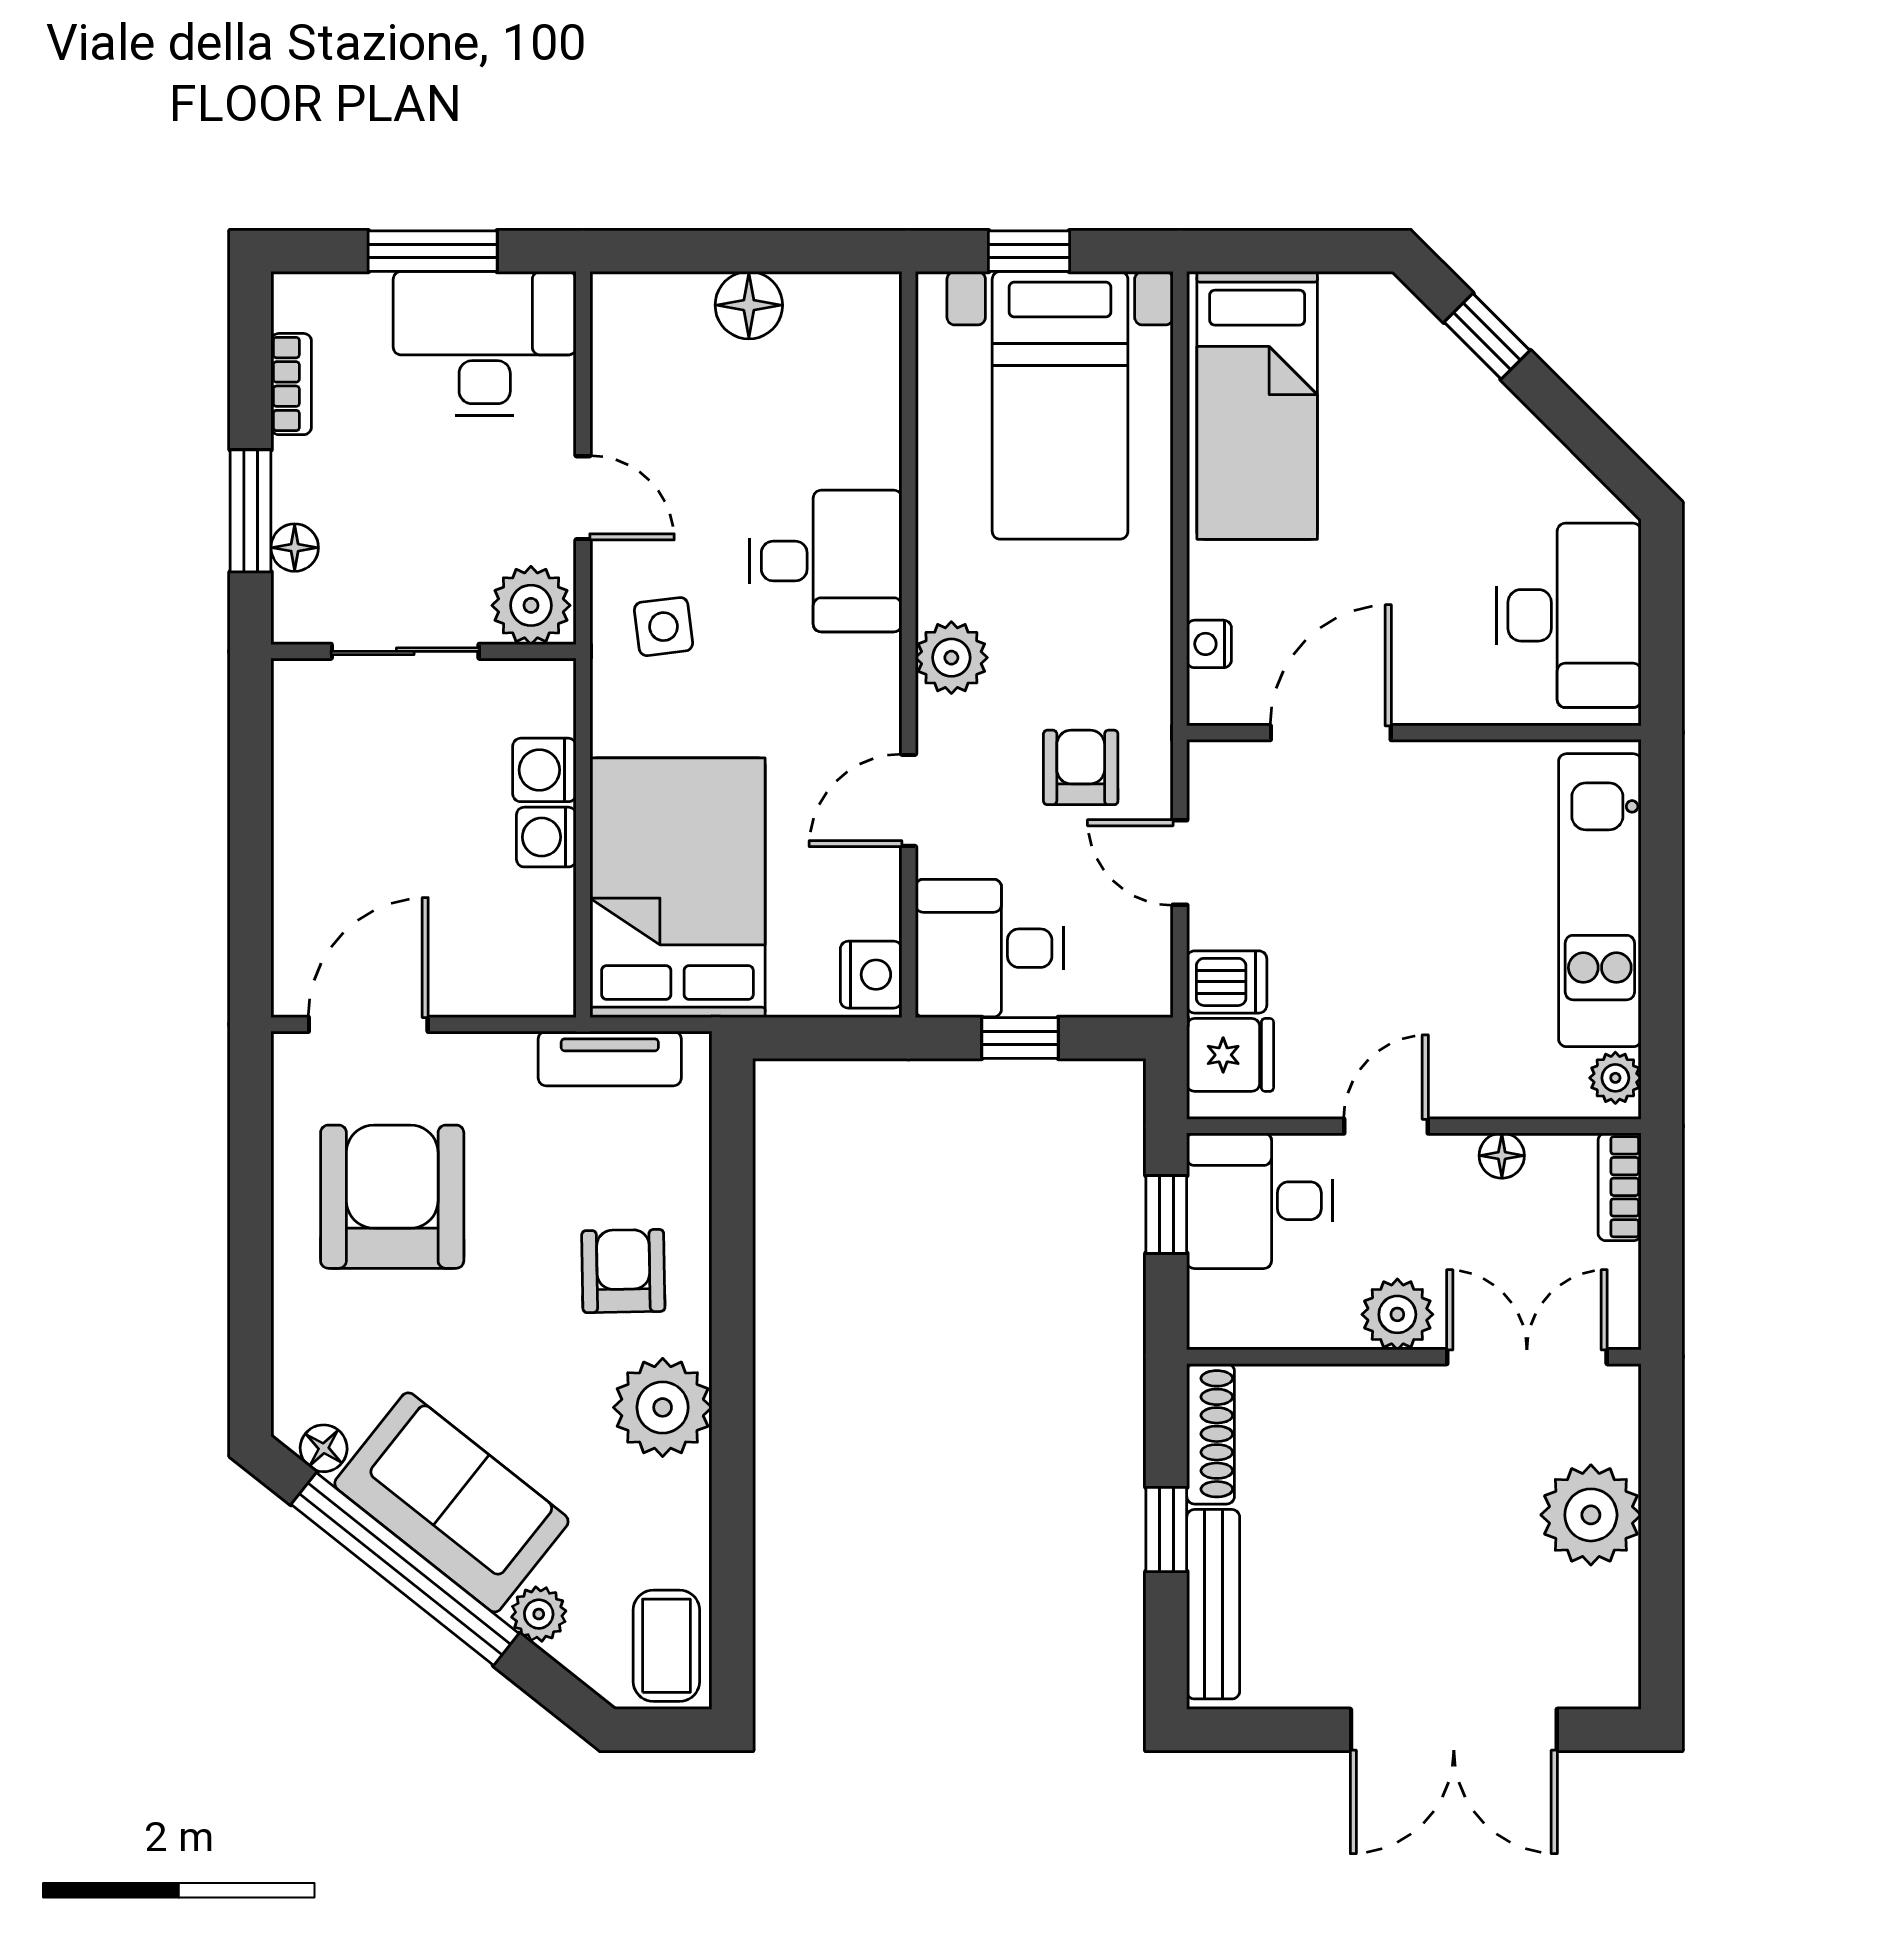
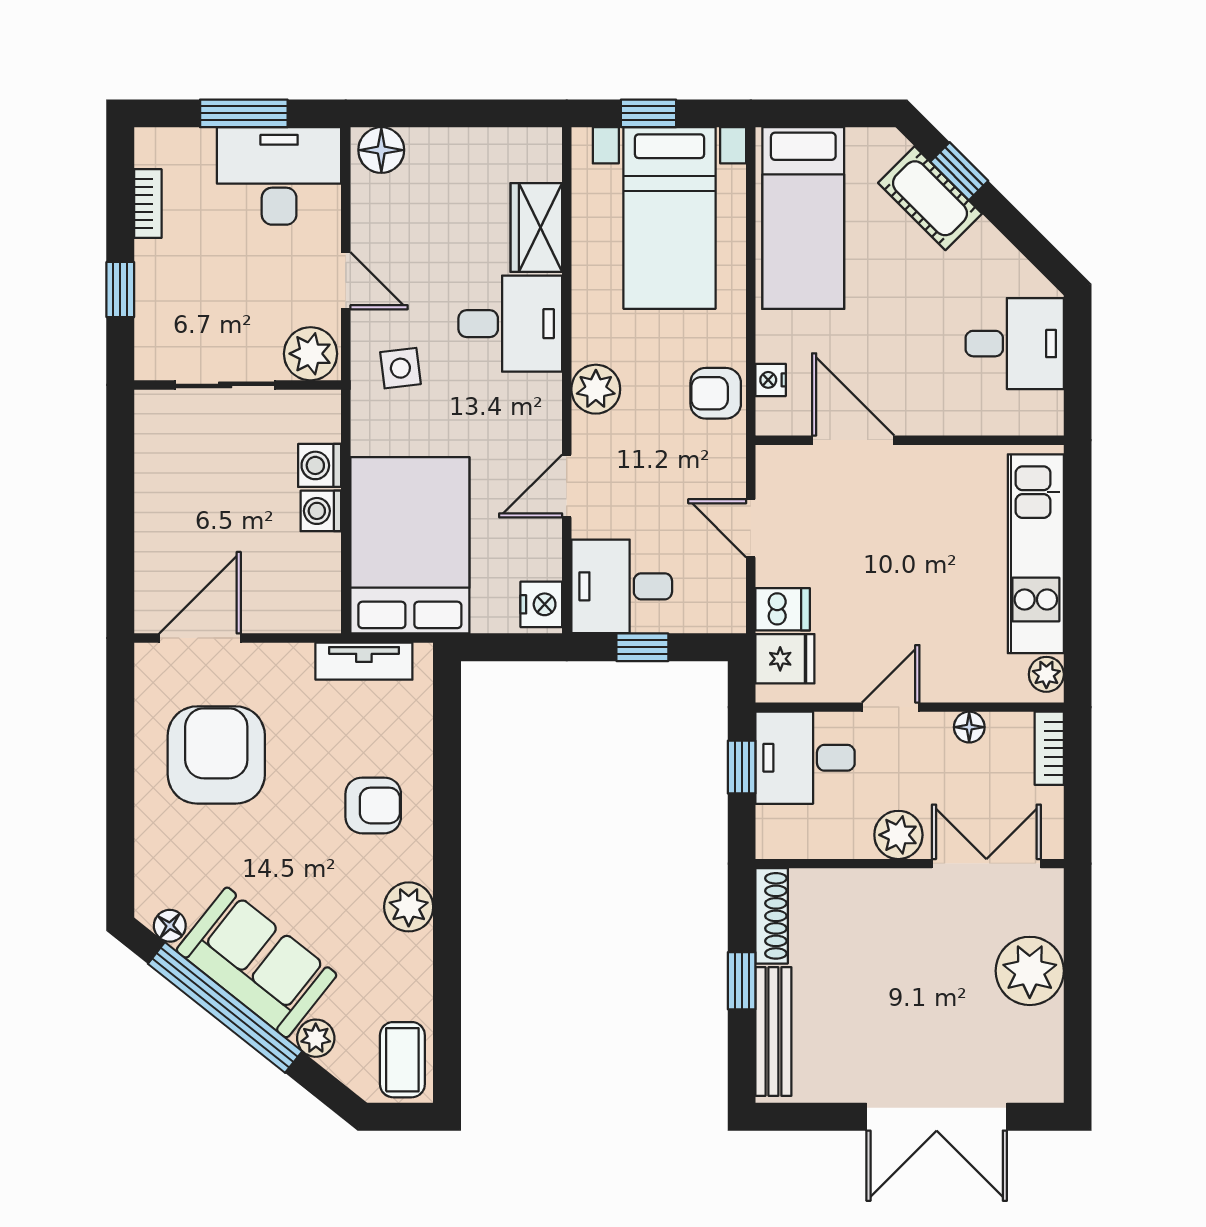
floor lamp: (749, 305) -> (381, 150), moved
cot: (1444, 376) -> (930, 198), added
wardrobe: (864, 419) -> (536, 228), added
window: (251, 511) -> (120, 290), width x0.67
floor lamp: (295, 548) -> (150, 315), removed
desk: (1569, 615) -> (1015, 344), width x0.73
door: (1331, 733) -> (853, 440), hinge flipped
armchair: (1081, 767) -> (716, 393), moved, turned -90
armchair: (623, 1271) -> (373, 805), turned 91
plant: (663, 1407) -> (409, 907), width x0.73, depth x0.73

